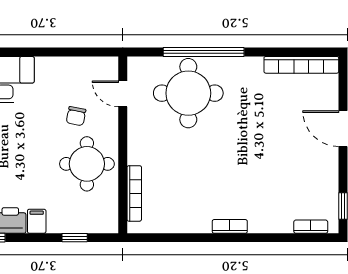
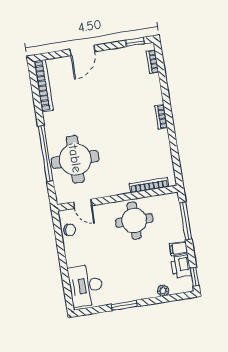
door: (123, 94) -> (83, 204), hinge flipped
chair: (76, 116) -> (70, 230), moved
window: (75, 238) -> (186, 221), width x2.17

